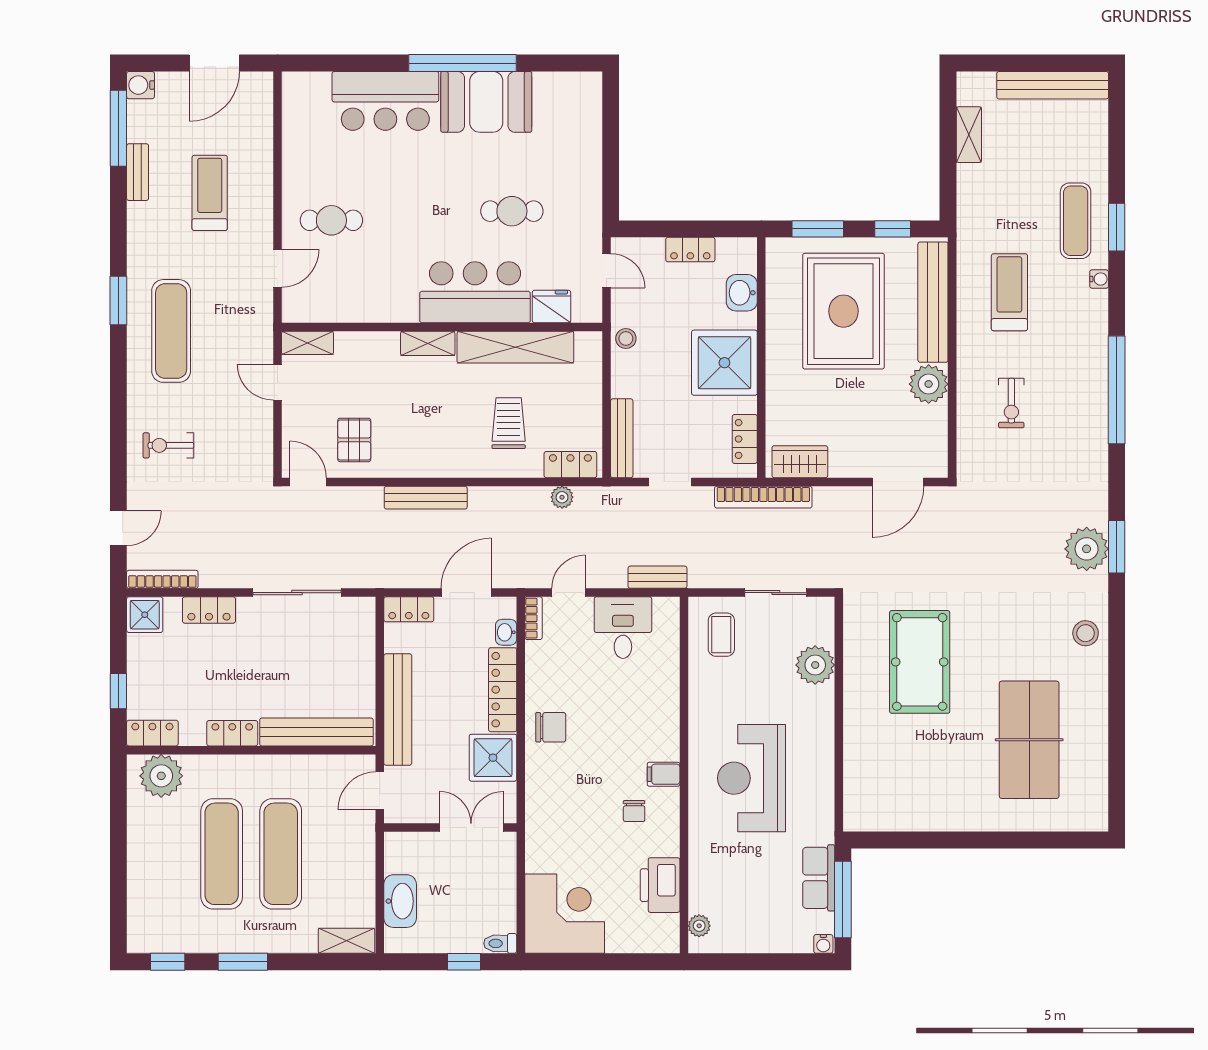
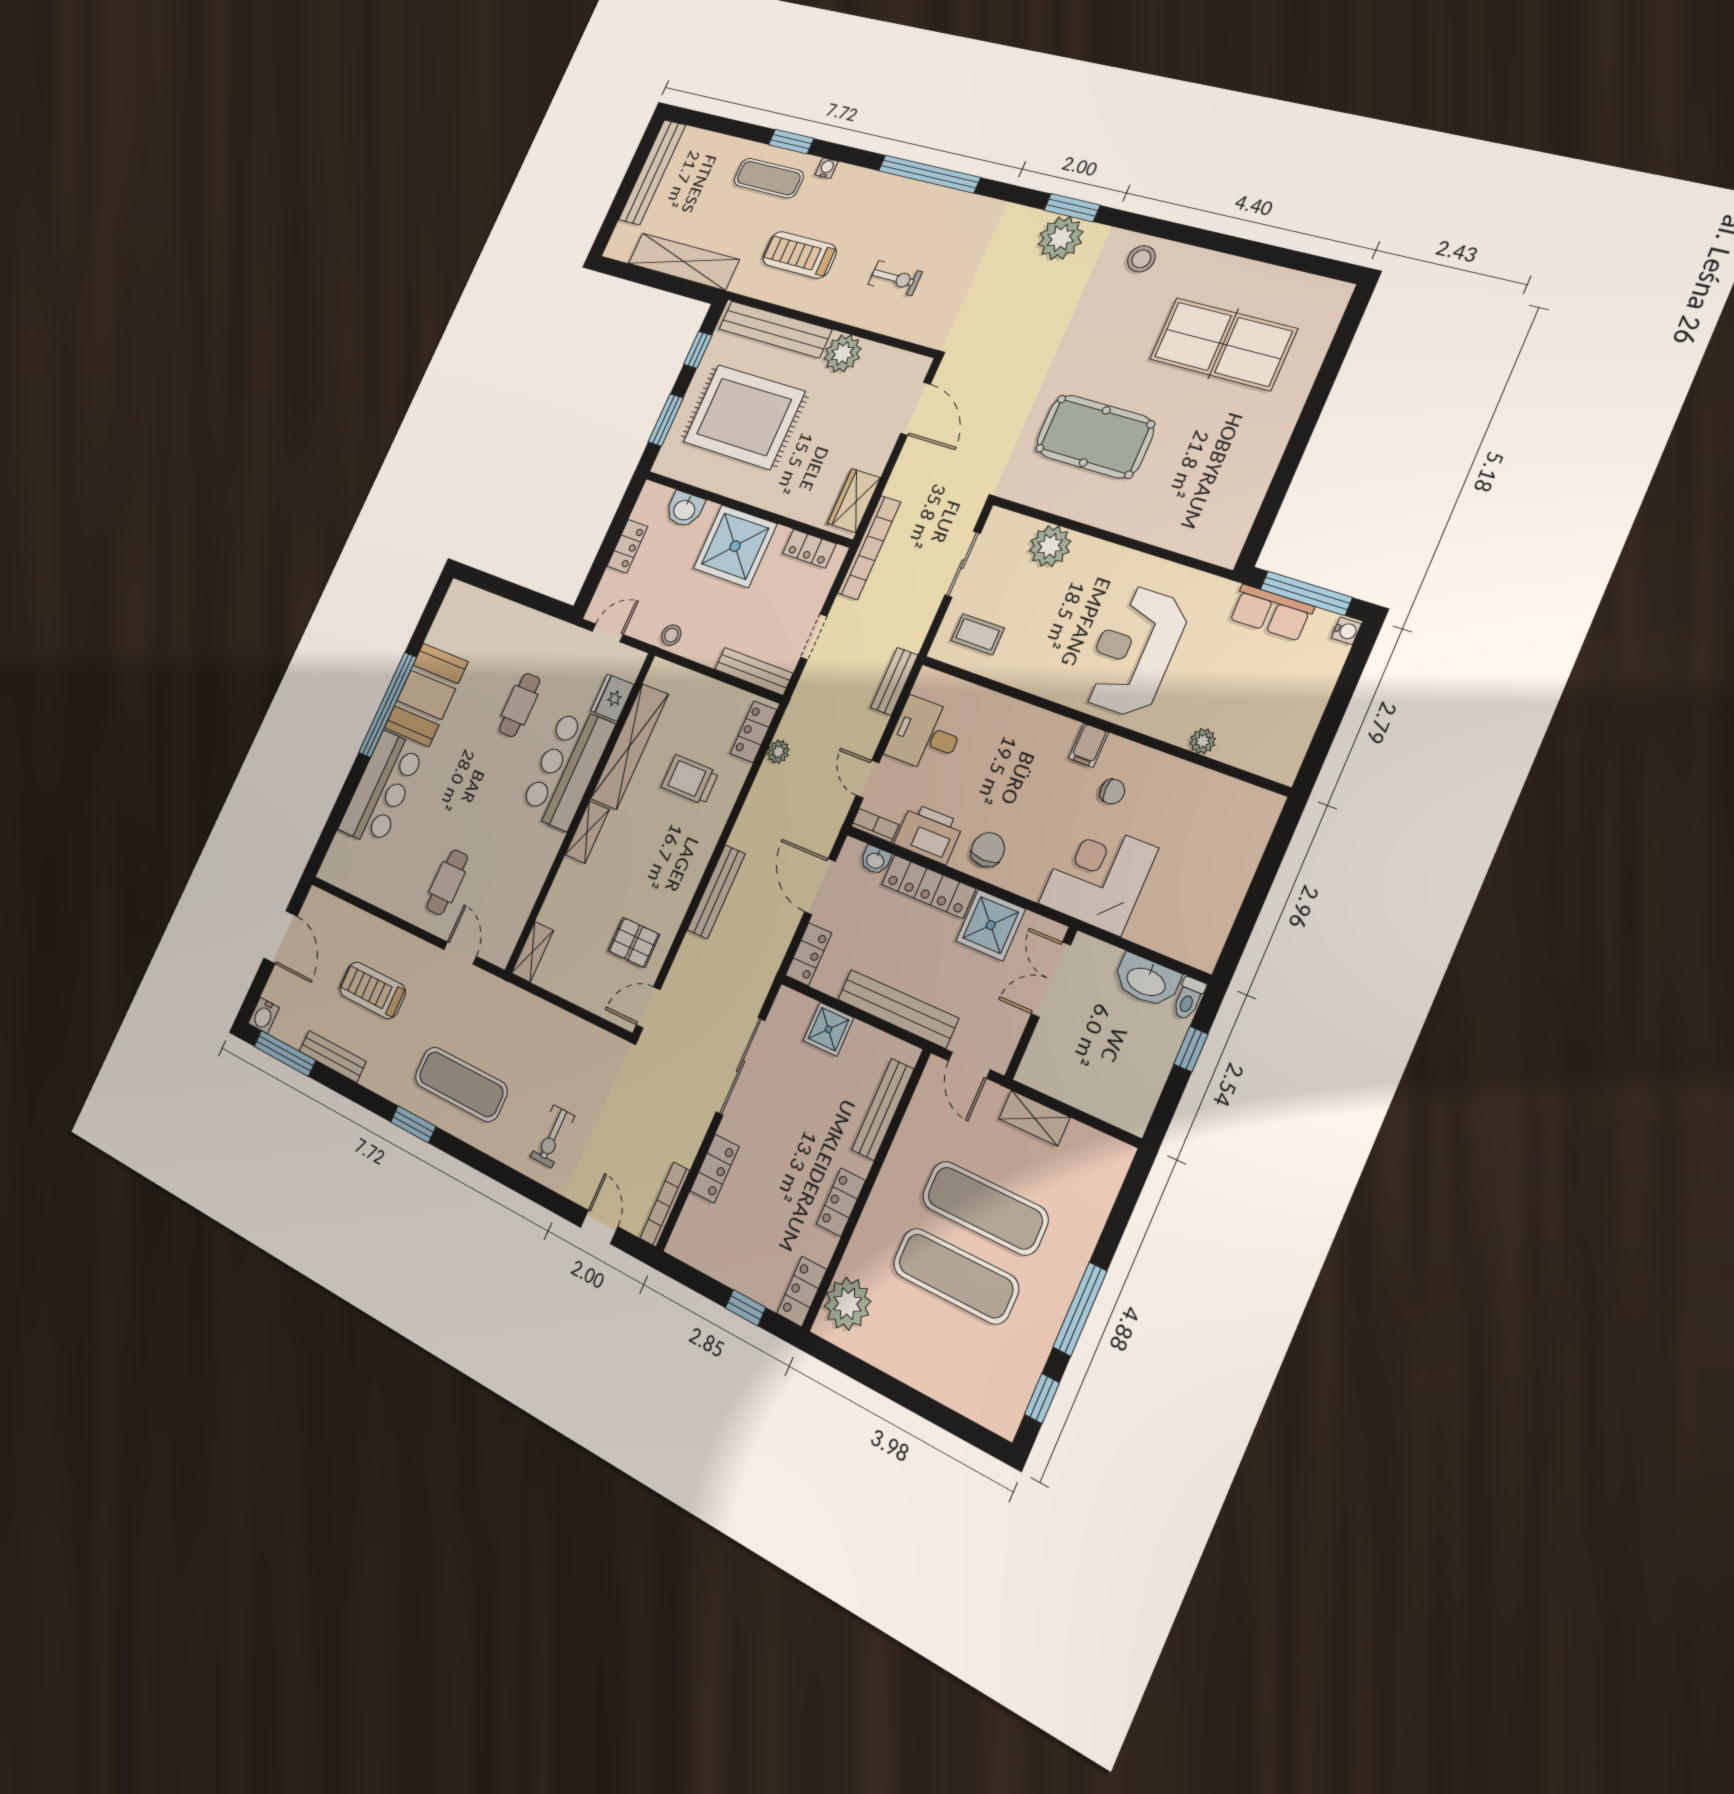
shelving: (969, 135) -> (683, 261), width x2.20, depth x1.33
bench: (138, 172) -> (333, 1056), width x1.36
door: (277, 382) -> (551, 998), removed
shower: (145, 615) -> (828, 1029), moved
bench: (316, 732) -> (883, 1109), width x0.73, depth x0.82
reception desk: (751, 778) -> (1134, 651), turned 90
printer: (660, 885) -> (929, 833), moved, turned 180
washbasin: (400, 901) -> (1146, 981), moved, turned 180
corner desk: (565, 914) -> (1098, 876), moved
plant: (699, 926) -> (1203, 741), moved
shelving: (347, 941) -> (1034, 1118), moved, turned 90
window: (243, 962) -> (1080, 1309), width x1.44

